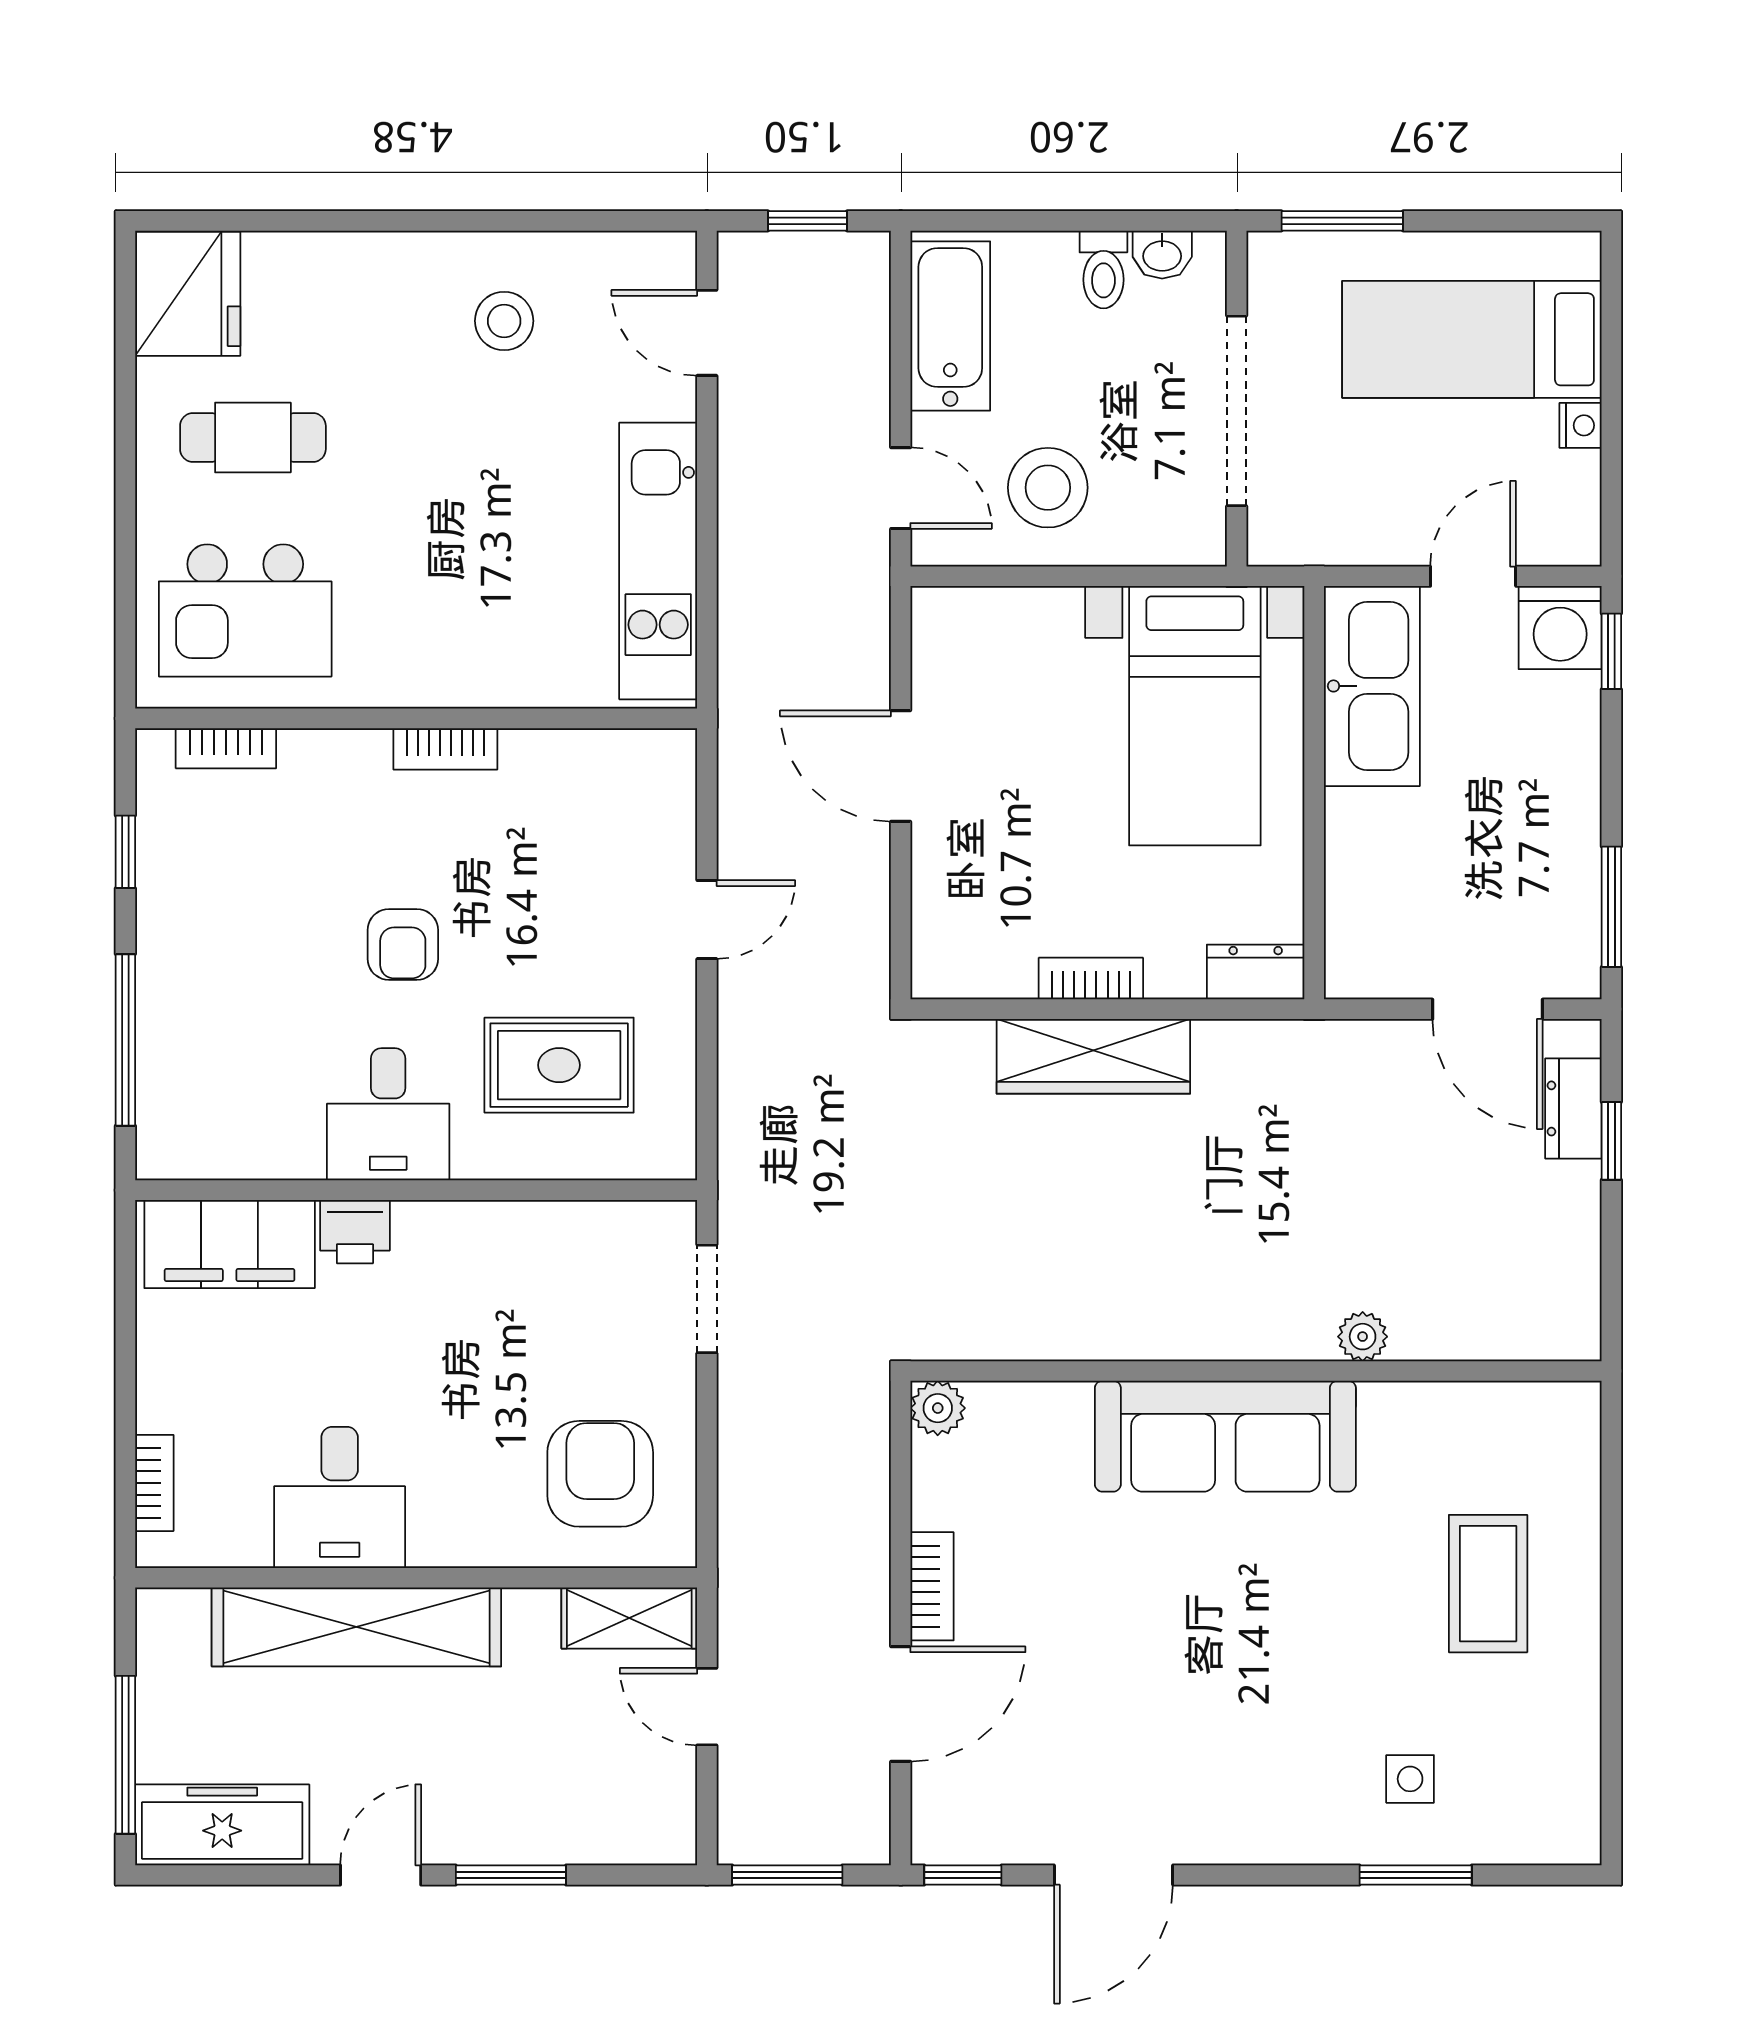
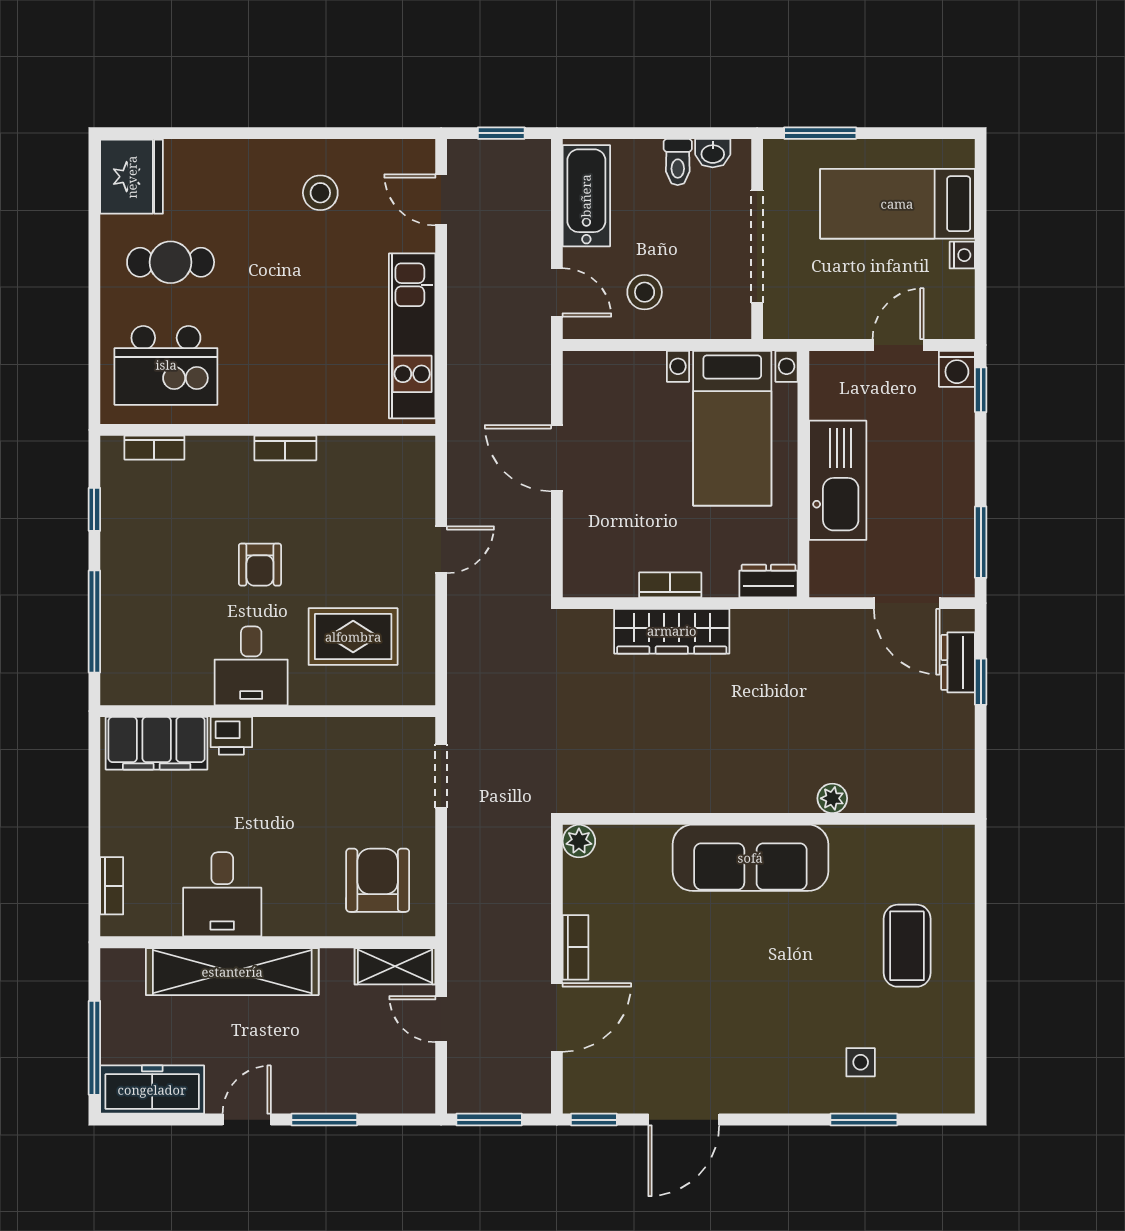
stool: (1048, 488) -> (645, 292), width x0.73, depth x0.73
washing machine: (1560, 628) -> (957, 369), width x0.73, depth x0.73
kitchen sink: (1372, 686) -> (838, 480), moved

